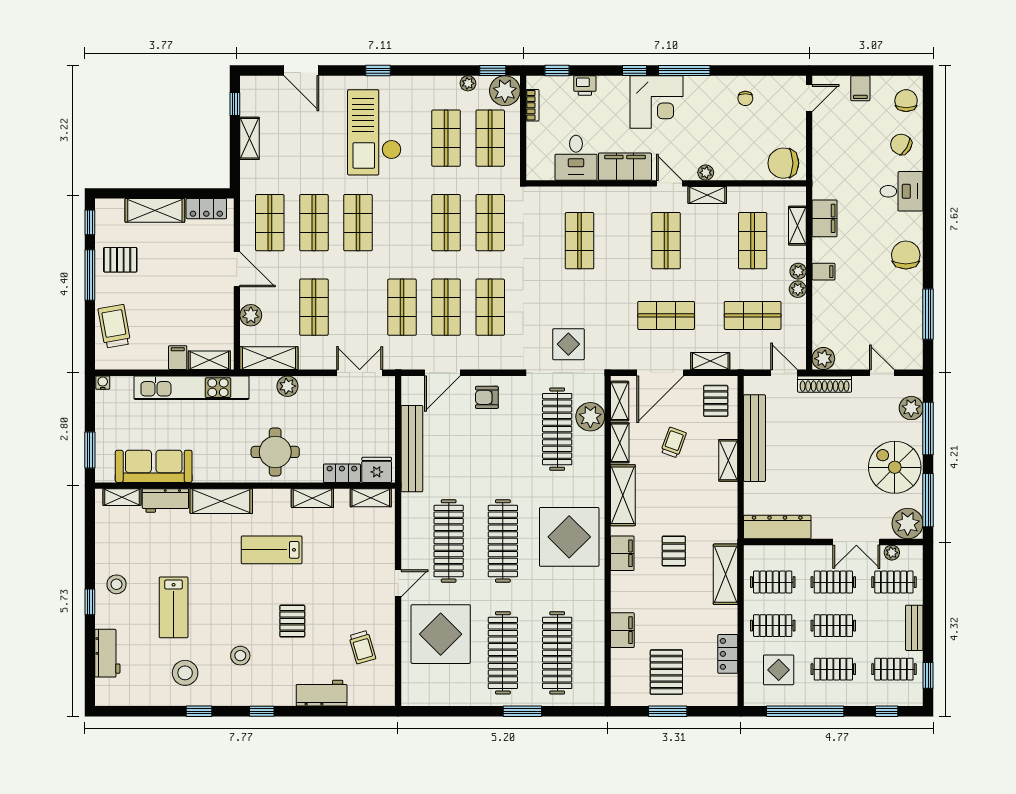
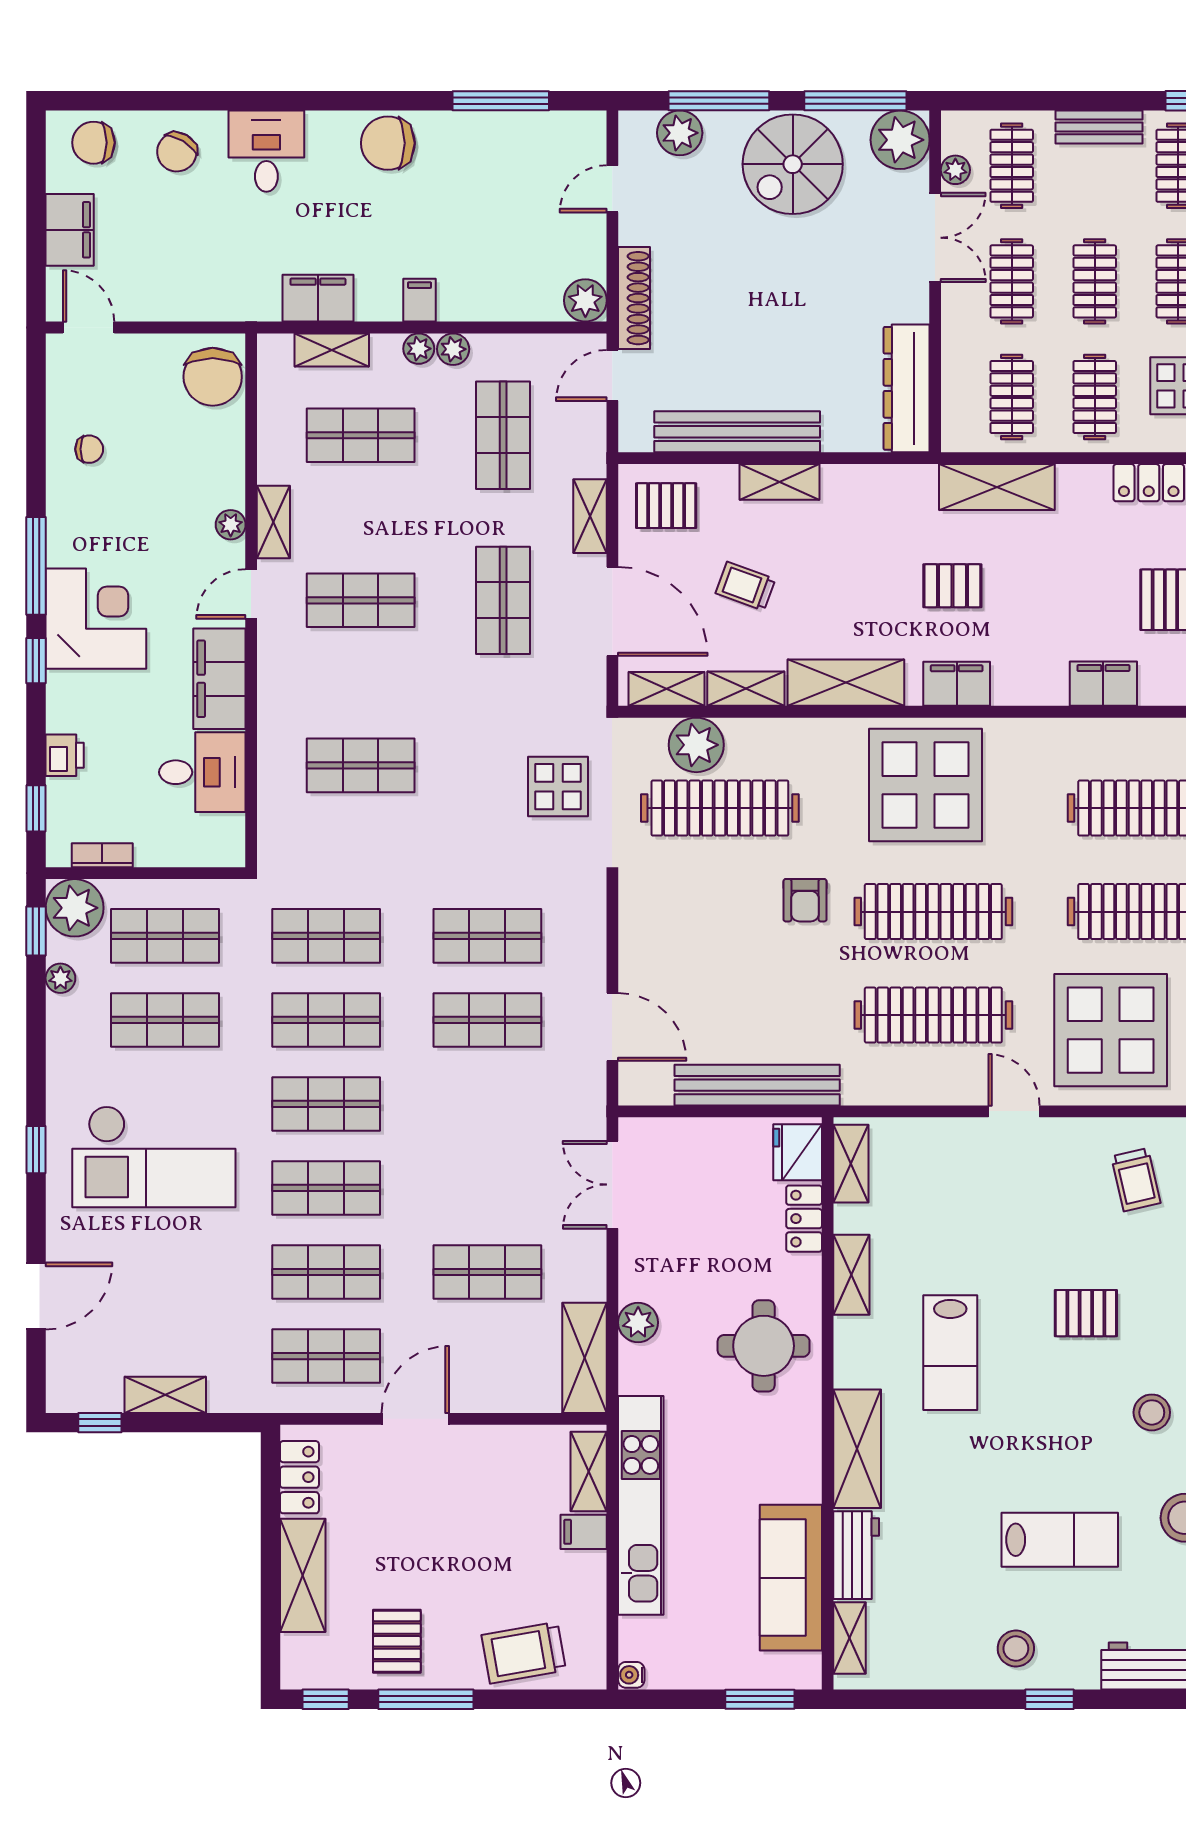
filing cabinet: (860, 88) -> (70, 230), width x2.00
shop shelf: (402, 307) -> (326, 1104), moved
plant: (251, 315) -> (503, 1392), removed
armchair: (487, 397) -> (805, 900), moved
trolley: (362, 647) -> (1136, 1180), turned 93

